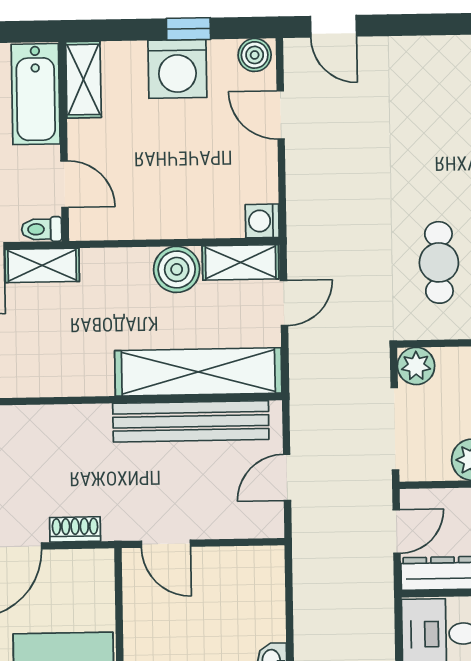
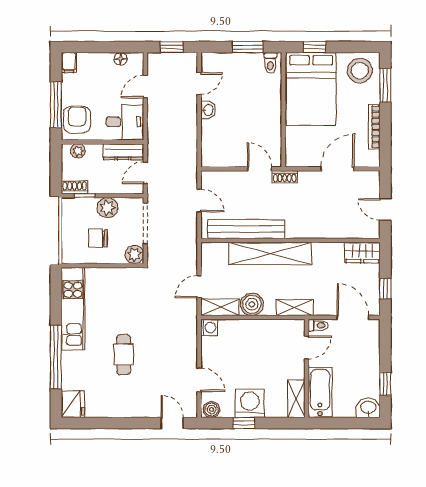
door: (64, 184) -> (307, 347), swing flipped
cafe table: (439, 262) -> (124, 354), moved
shelving: (42, 265) -> (295, 307), moved
shelving: (198, 372) -> (270, 253), moved
door: (287, 477) -> (199, 201), hinge flipped
shoe rack: (75, 529) -> (285, 177), moved

